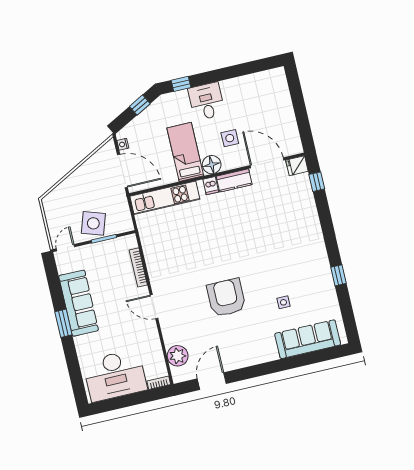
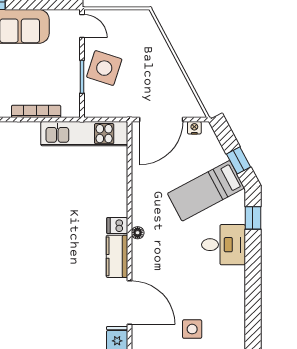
side table: (230, 138) -> (192, 329), moved
bed: (185, 152) -> (206, 191), moved, turned 152
door: (267, 163) -> (129, 303), hinge flipped
floor lamp: (212, 165) -> (138, 233), width x0.53, depth x0.53
kitchen unit: (165, 198) -> (84, 134), moved, turned -90

